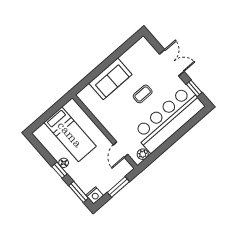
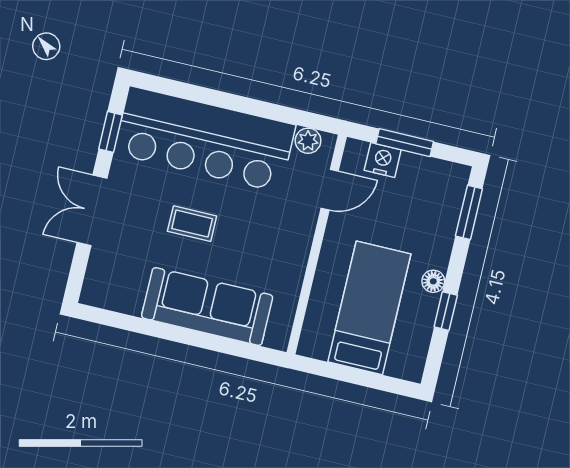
sofa: (110, 79) -> (207, 306), width x1.36
window: (59, 170) -> (446, 311), moved
nightstand: (95, 195) -> (383, 160), moved

